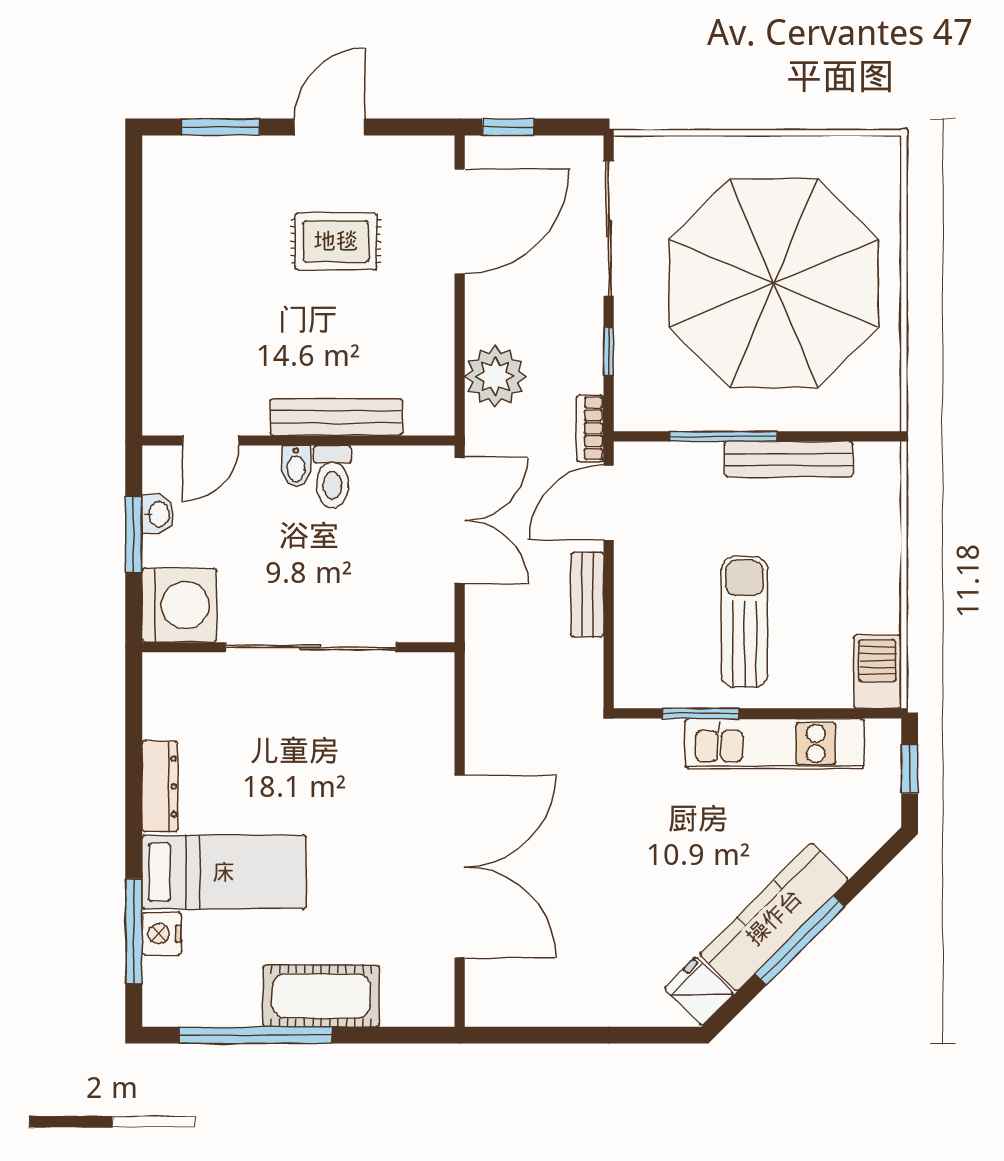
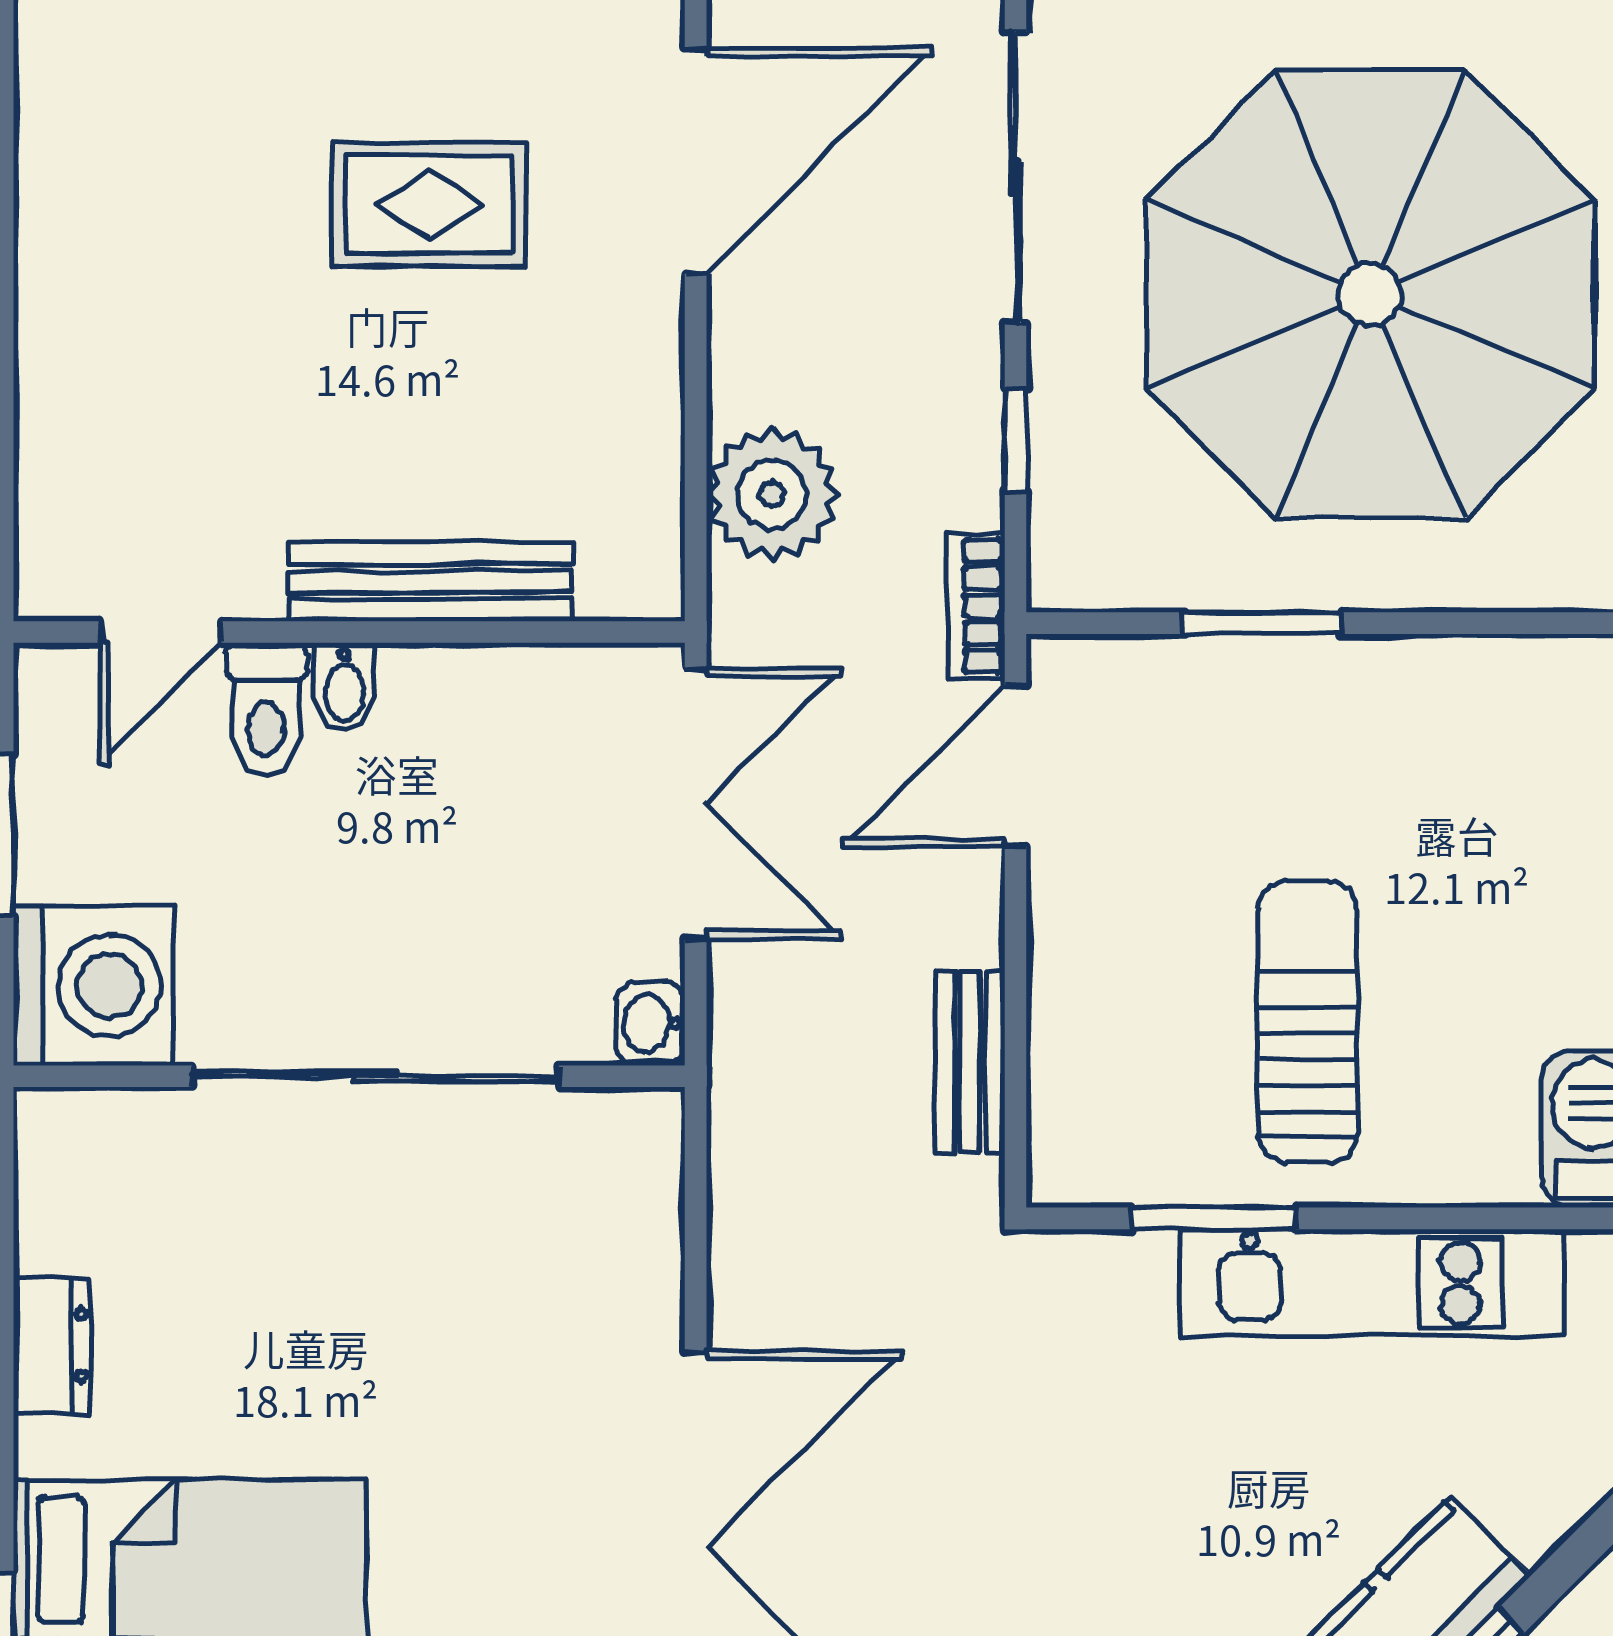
window: (723, 436) -> (1262, 623), width x0.69
bench: (789, 459) -> (1402, 672), removed
toilet: (332, 477) -> (266, 710), moved
washbasin: (158, 514) -> (651, 1023), moved, turned 180
bench: (587, 594) -> (970, 1062), moved
dresser: (160, 786) -> (52, 1345), width x0.70

